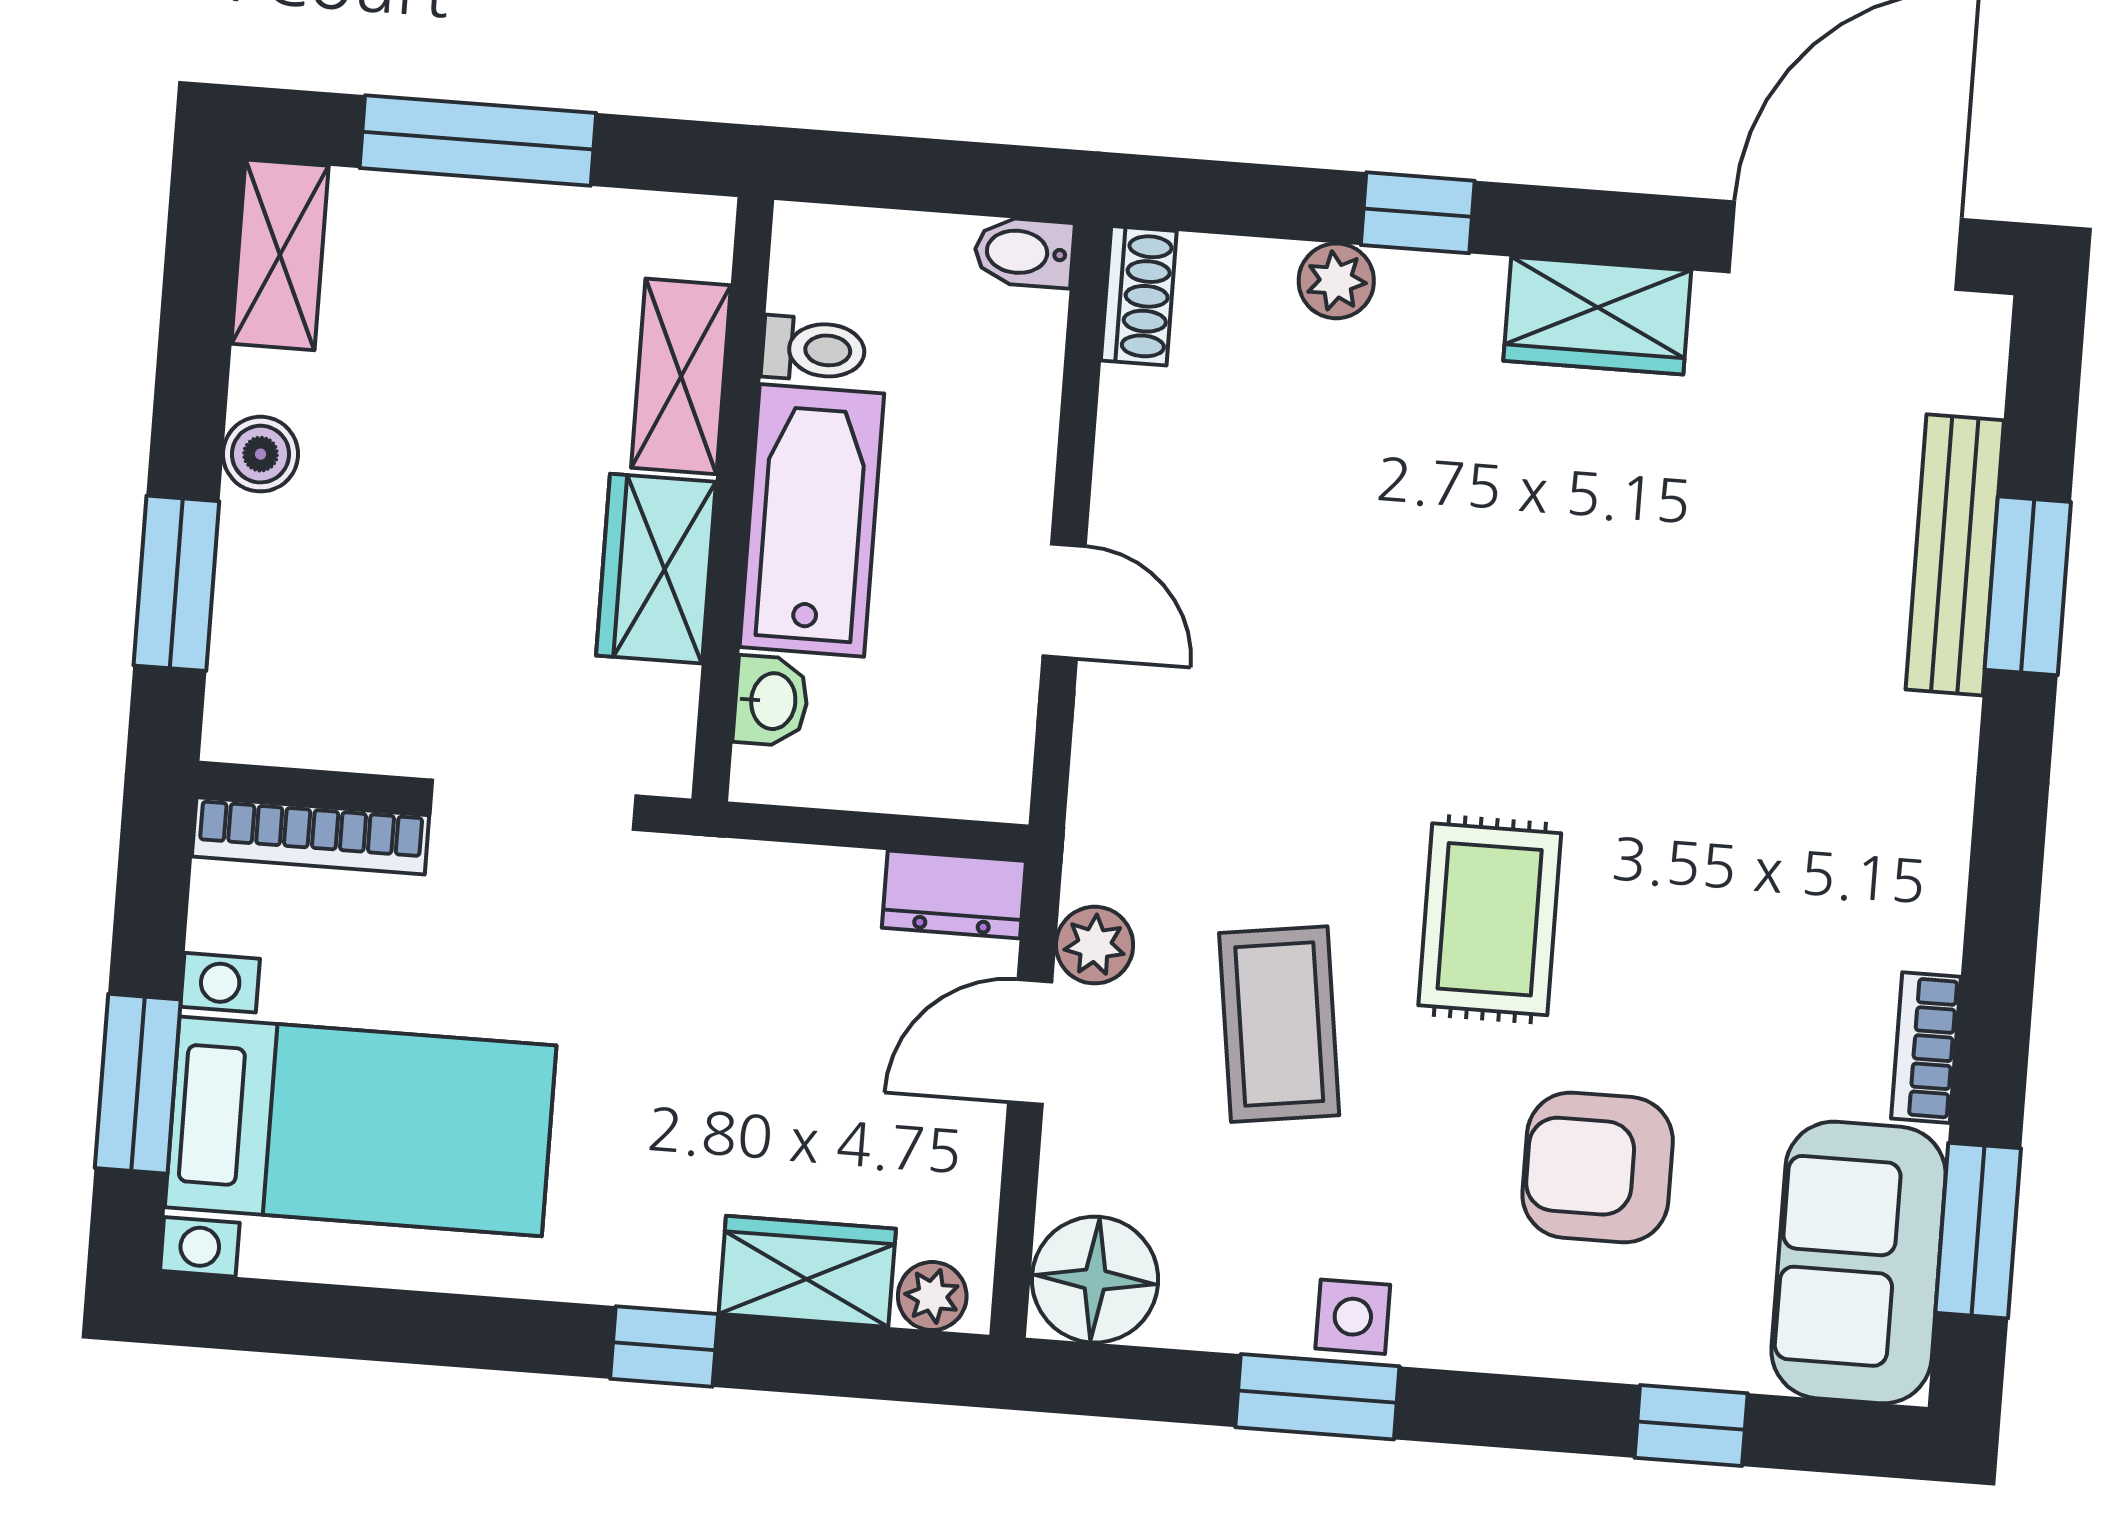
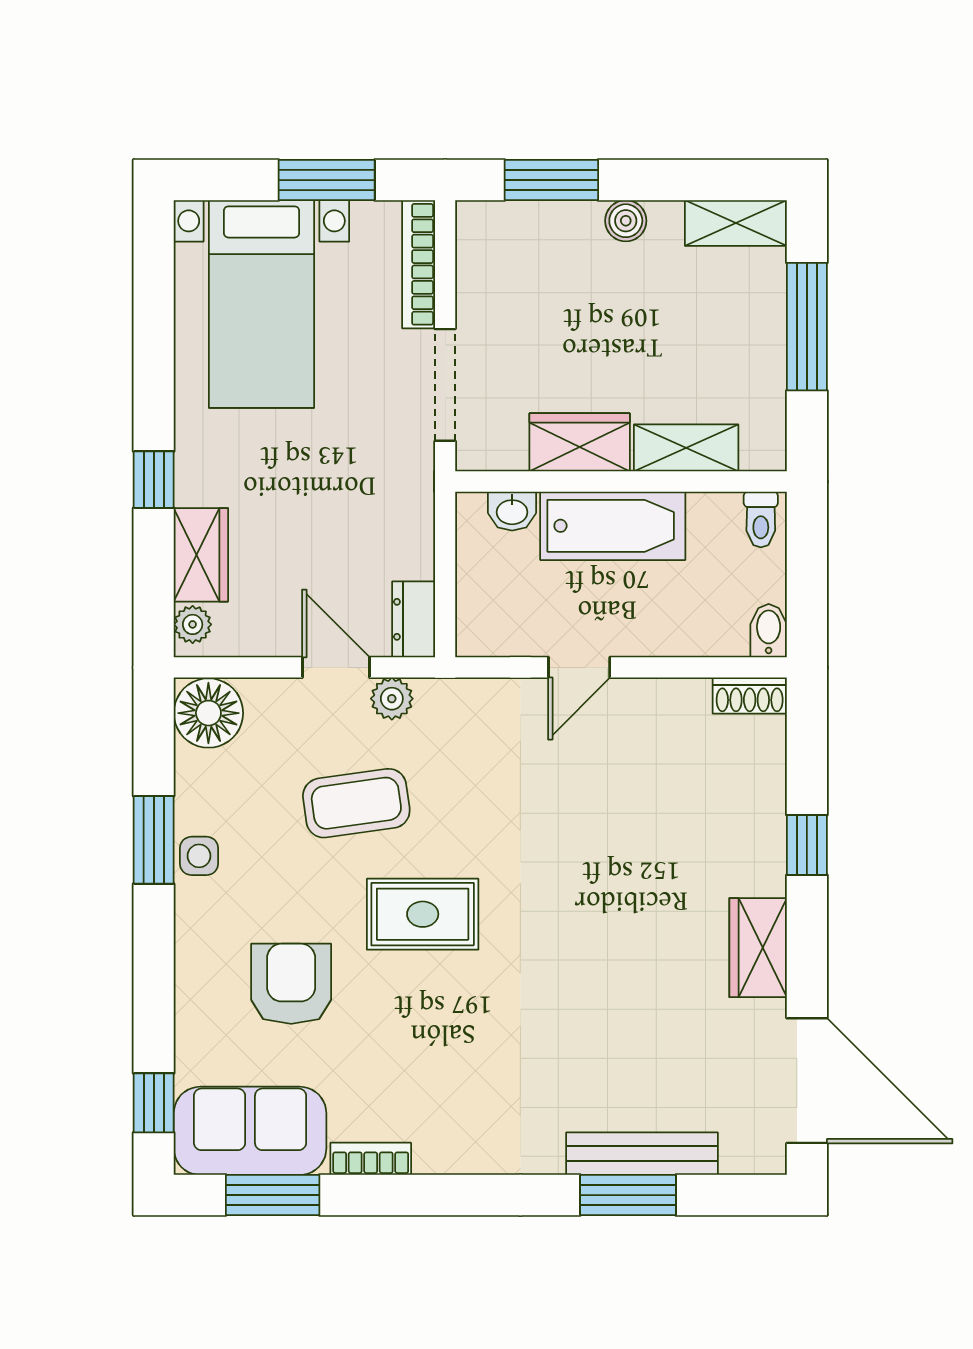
plant: (1336, 281) -> (766, 803), removed
toilet: (814, 349) -> (761, 519), moved
window: (138, 1084) -> (327, 180), moved
window: (1691, 1425) -> (154, 1103), moved

